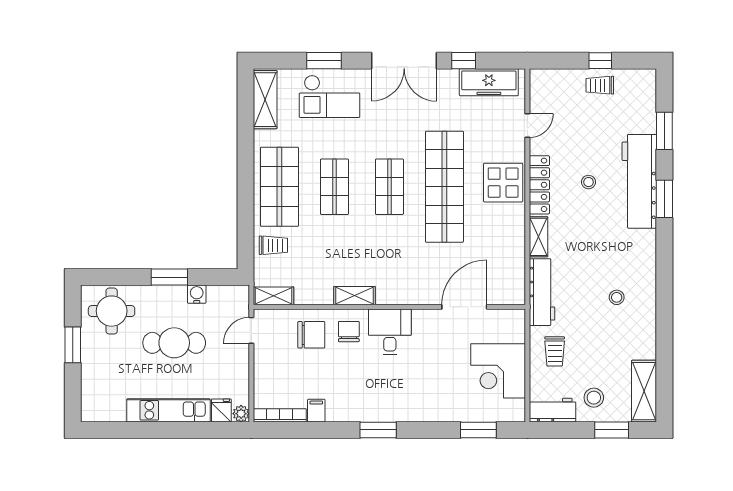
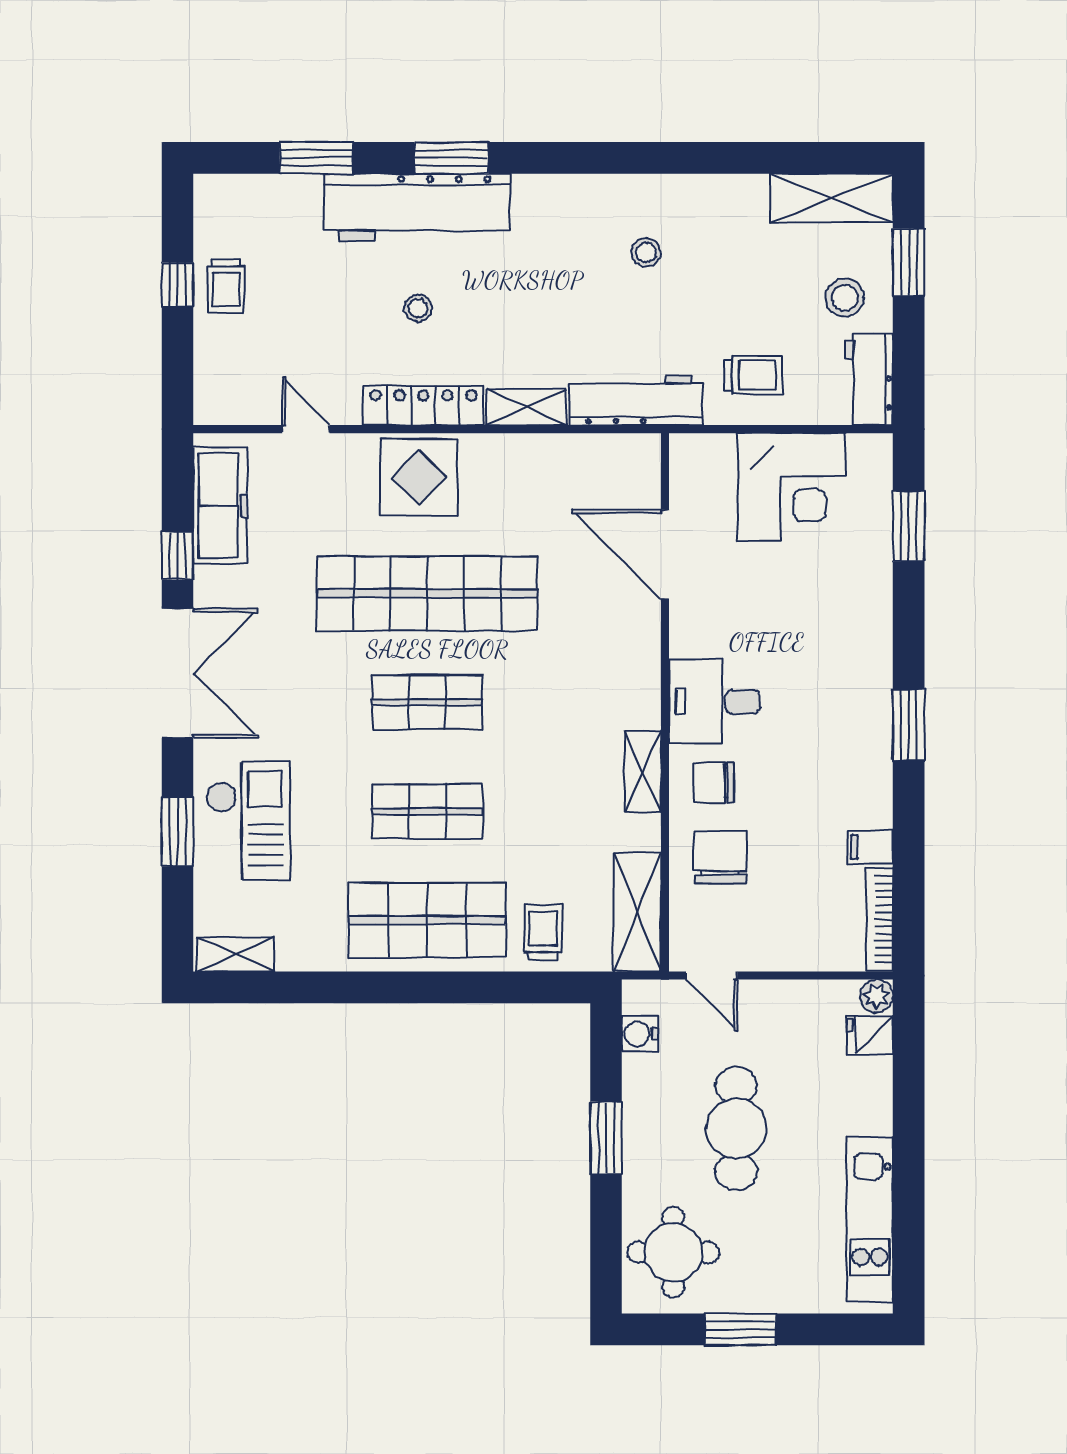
shelving: (265, 100) -> (235, 954), width x0.67, depth x0.75
water cooler: (197, 294) -> (640, 1034), moved
shelving: (273, 296) -> (637, 912), width x1.50, depth x1.33
kitchen unit: (168, 410) -> (870, 1219), moved

